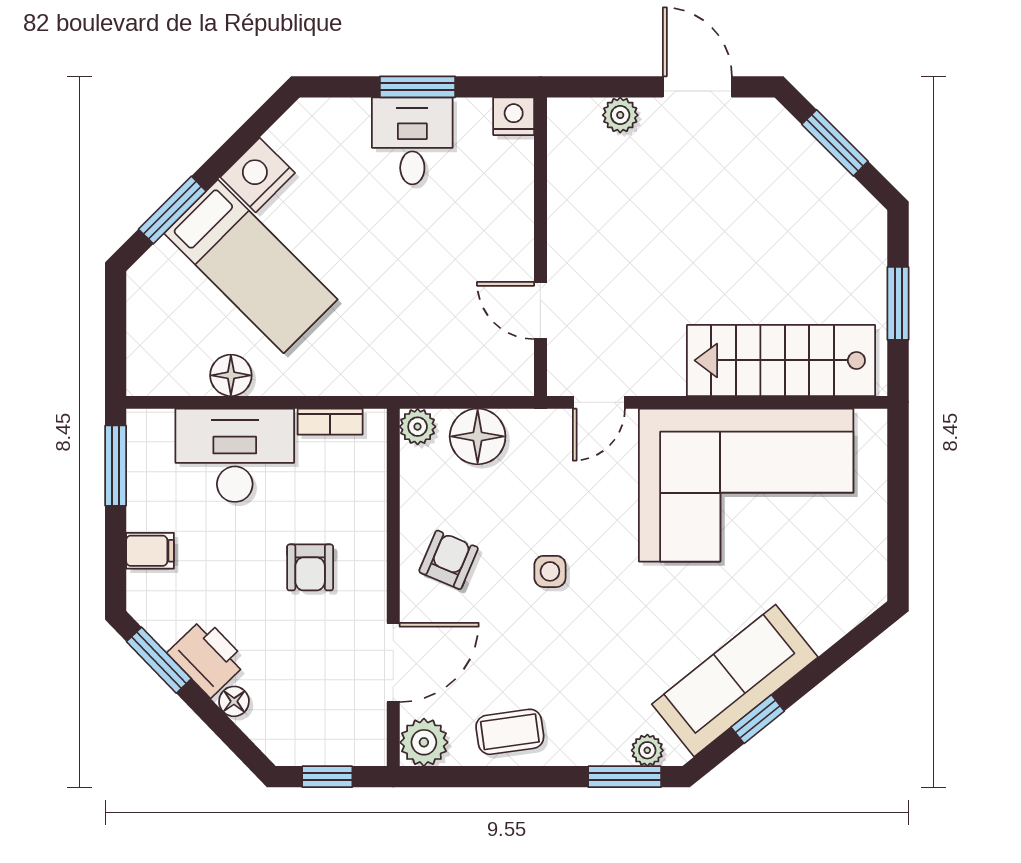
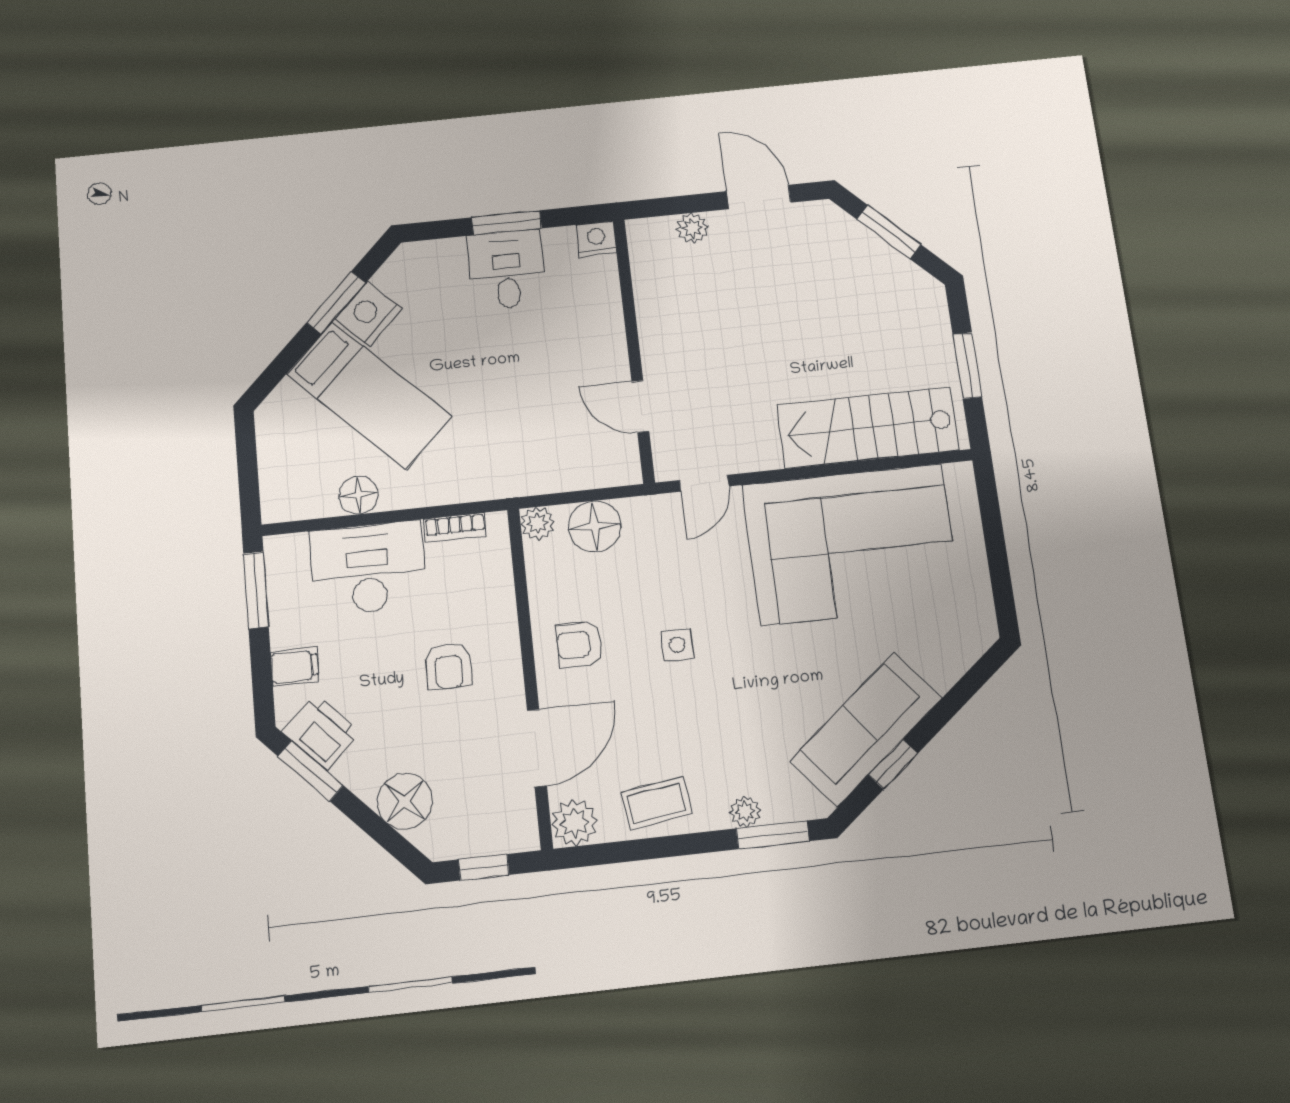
window: (172, 210) -> (336, 303), moved
armchair: (449, 560) -> (580, 644), turned -113
printer: (207, 658) -> (321, 732), moved
floor lamp: (234, 701) -> (405, 801), width x1.89, depth x1.89
plant: (647, 750) -> (745, 812), moved

